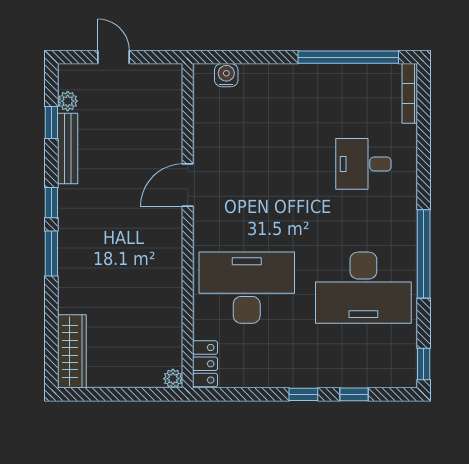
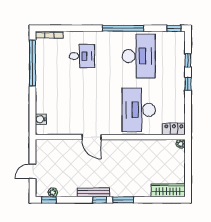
window: (51, 122) -> (49, 200), moved
bench: (68, 148) -> (93, 192), moved
desk: (363, 164) -> (82, 56), turned -90

